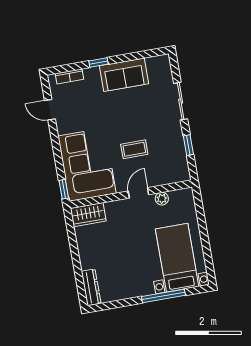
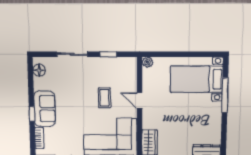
floor lamp: (154, 64) -> (39, 70), added
sofa: (124, 75) -> (45, 109), moved
plant: (162, 199) -> (147, 62), moved

